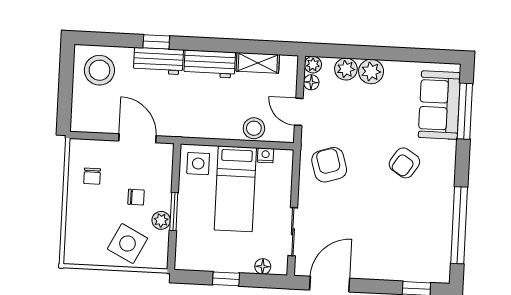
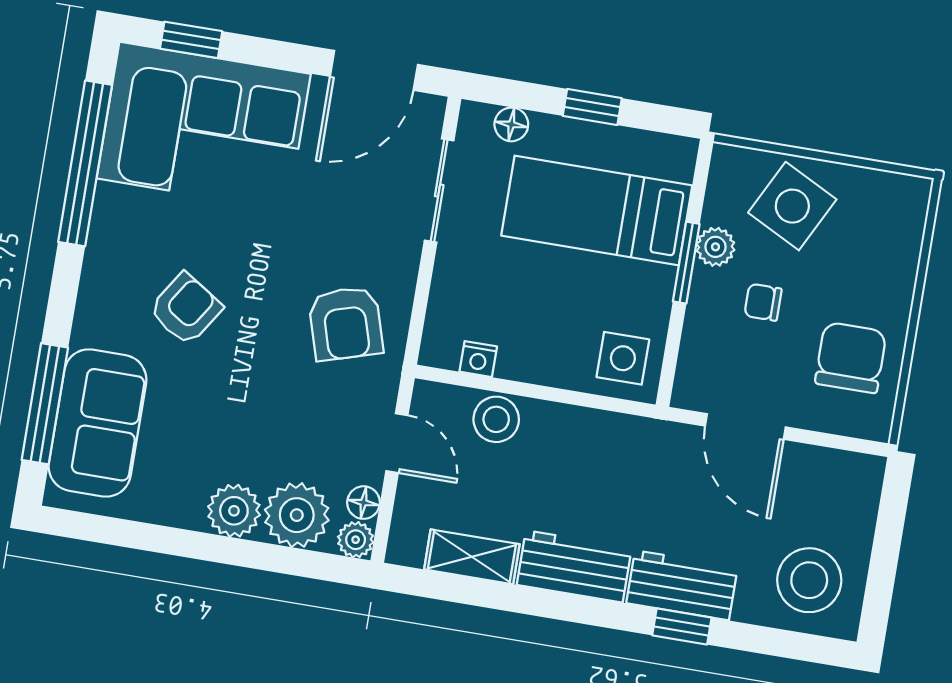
plant: (346, 69) -> (297, 515), width x1.36, depth x1.36
chair: (92, 176) -> (851, 358), width x1.87, depth x1.87
bed: (235, 189) -> (597, 210), moved, turned -90
corner sofa: (406, 249) -> (204, 126), added

